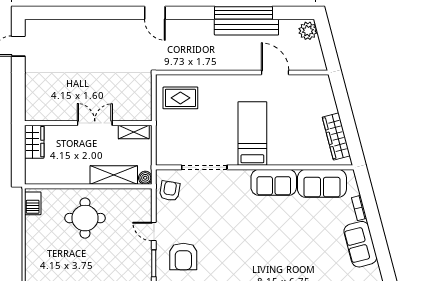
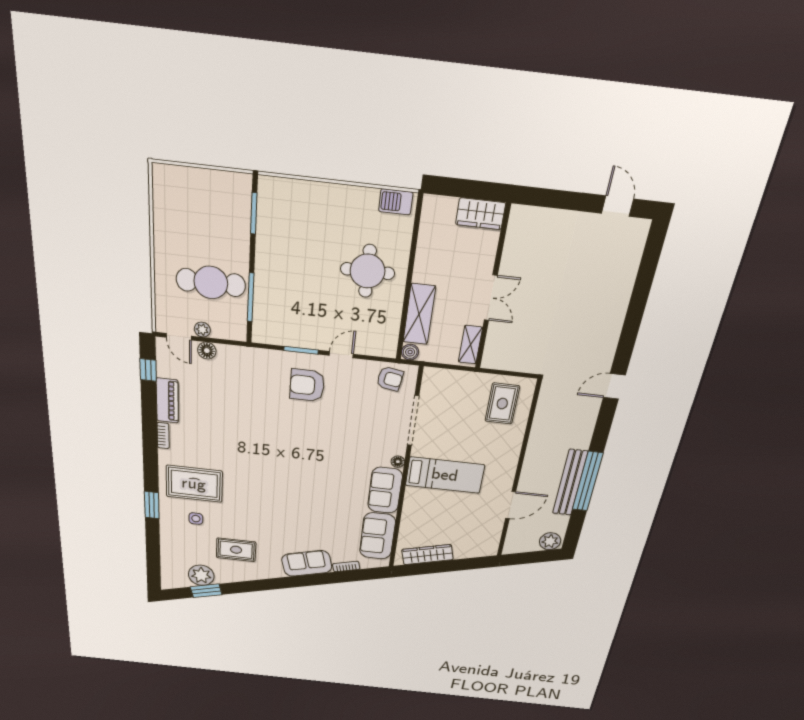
floor lamp: (244, 175) -> (398, 462), added

